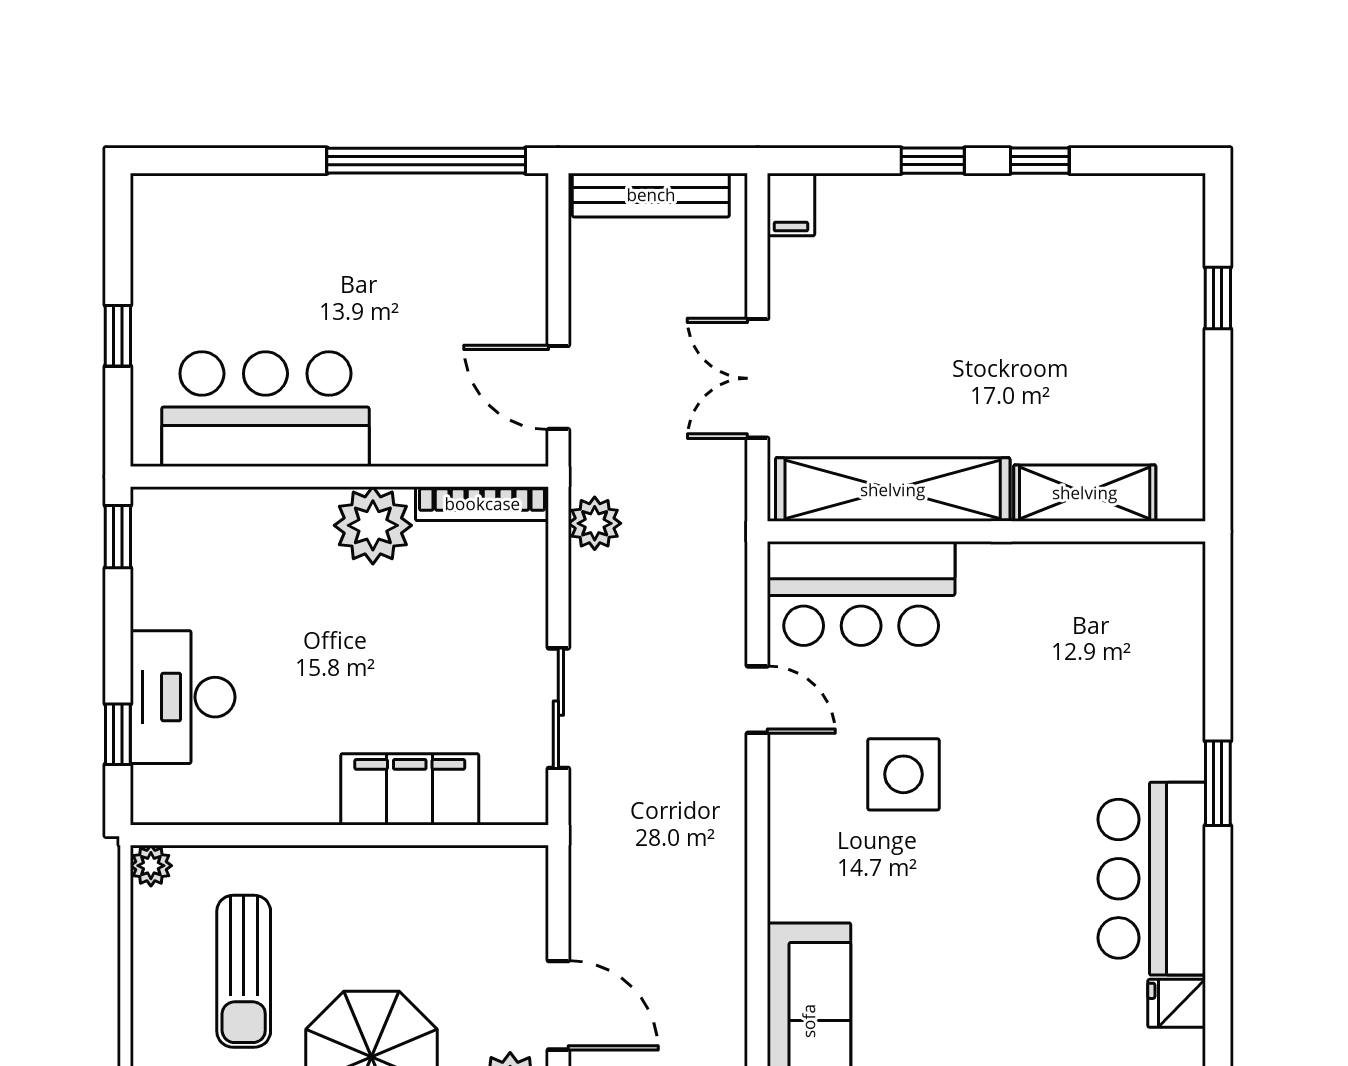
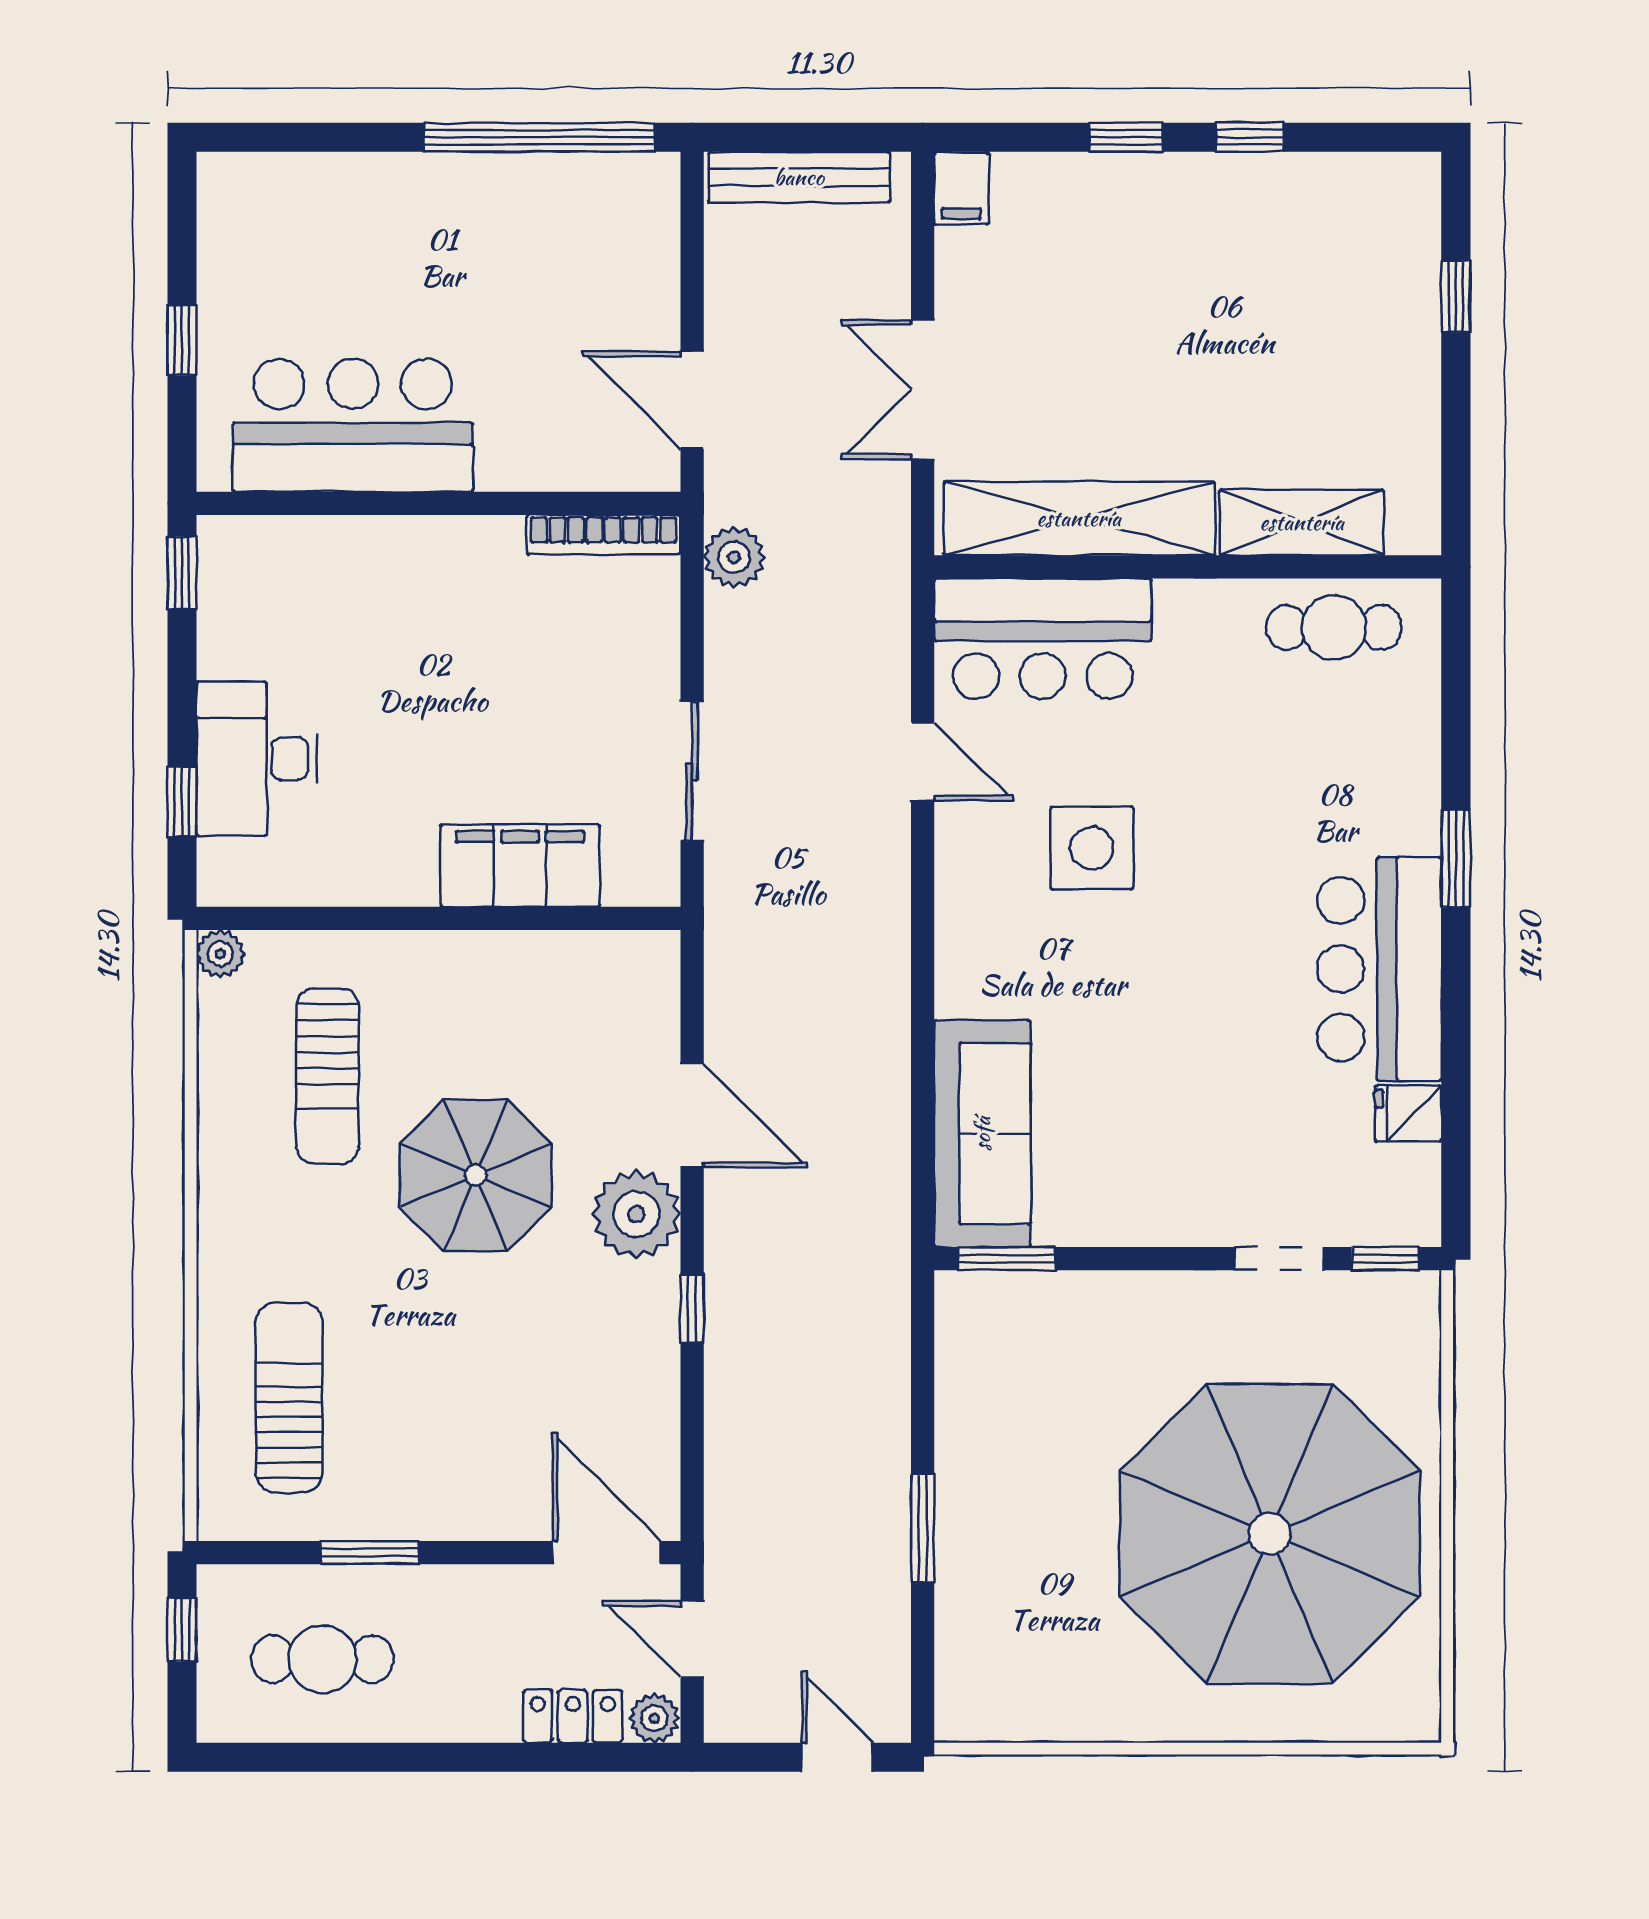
plant: (373, 525) -> (477, 560), removed
cafe table: (1113, 584) -> (1334, 627), added

